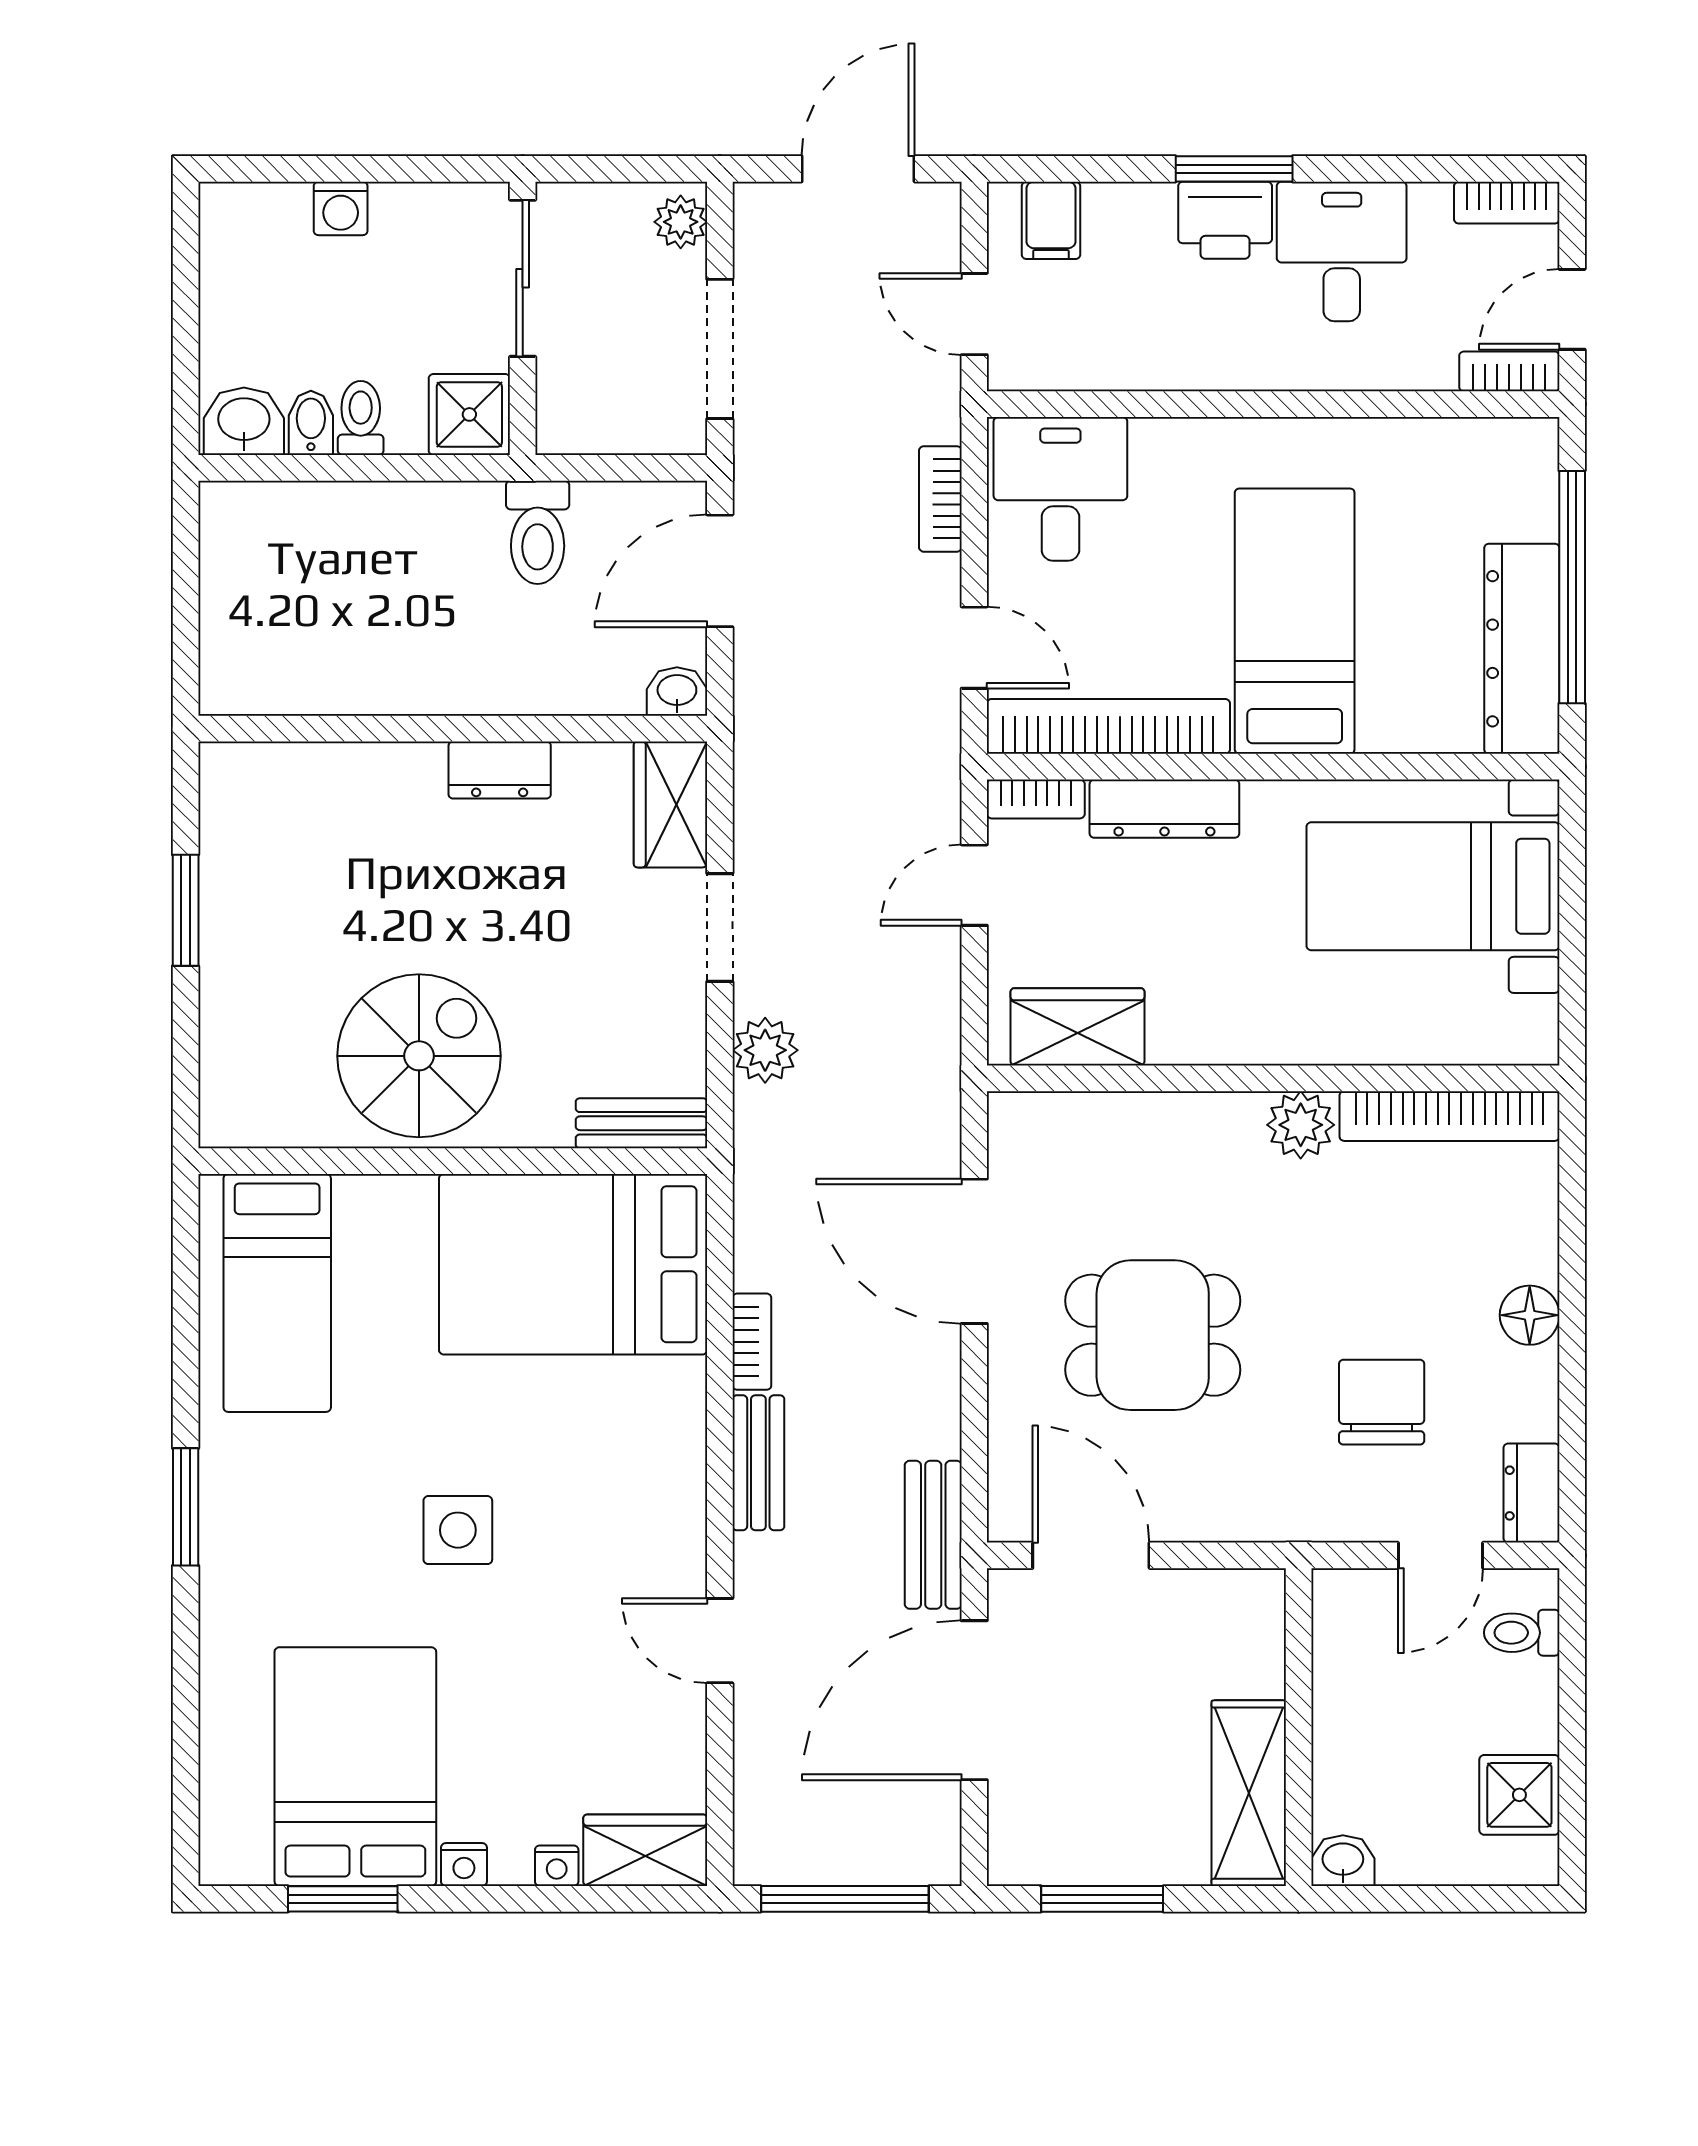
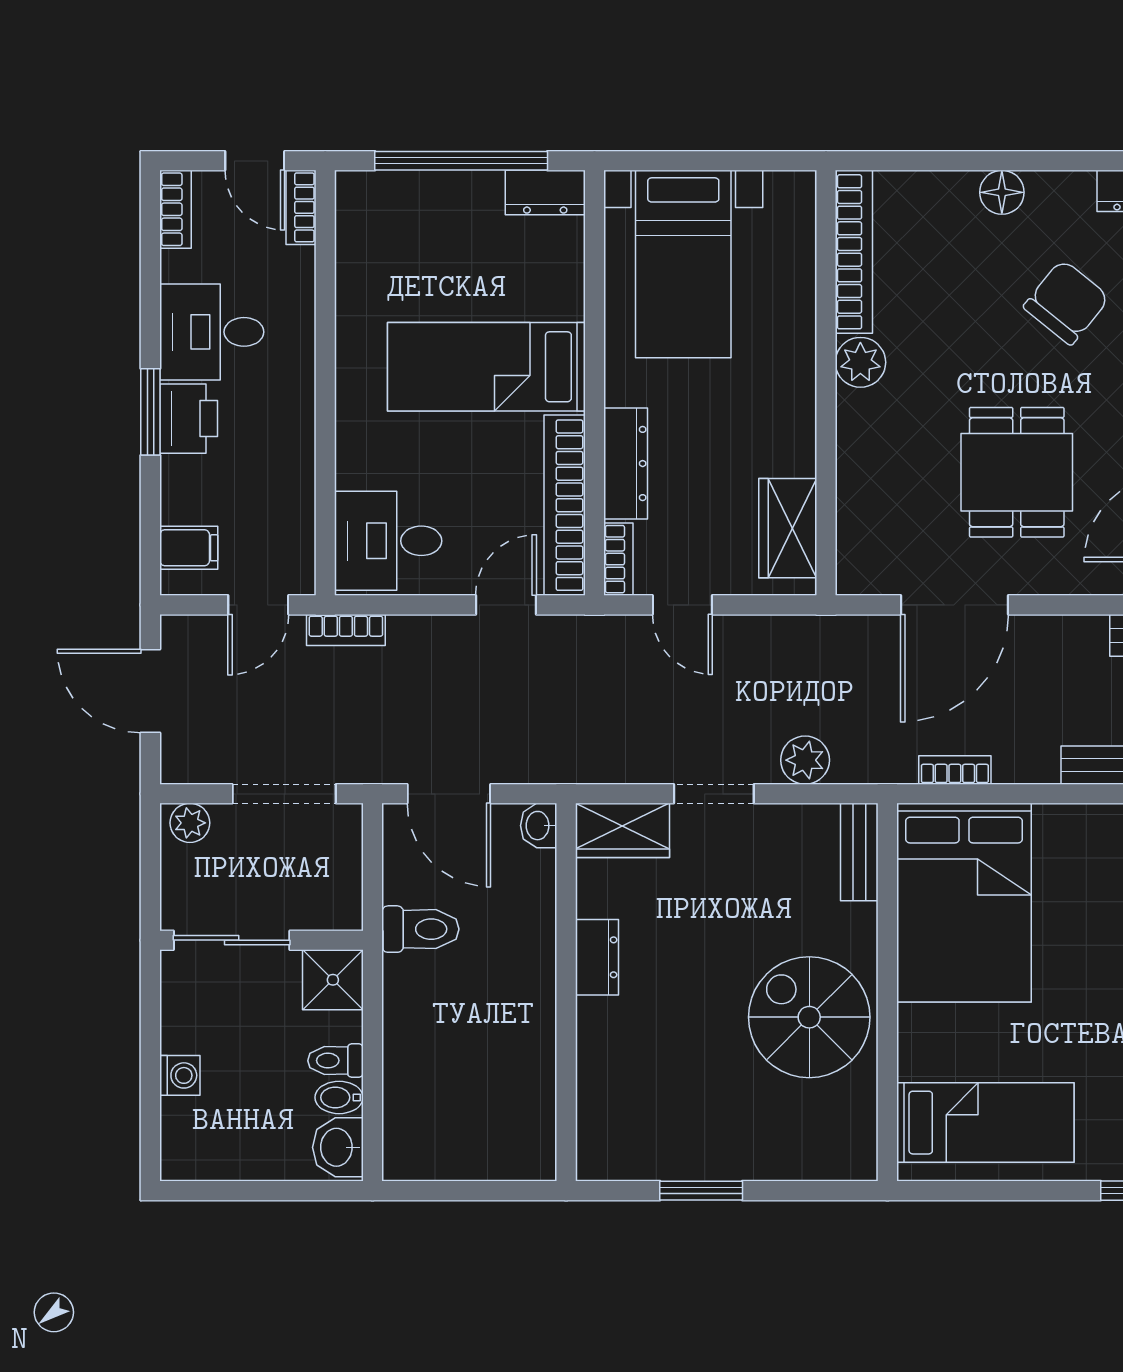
bookcase: (940, 499) -> (346, 630), moved
dresser: (1522, 649) -> (545, 193), width x0.51, depth x0.80
bookcase: (752, 1342) -> (955, 770), moved
chair: (1382, 1402) -> (1066, 302), turned 129

